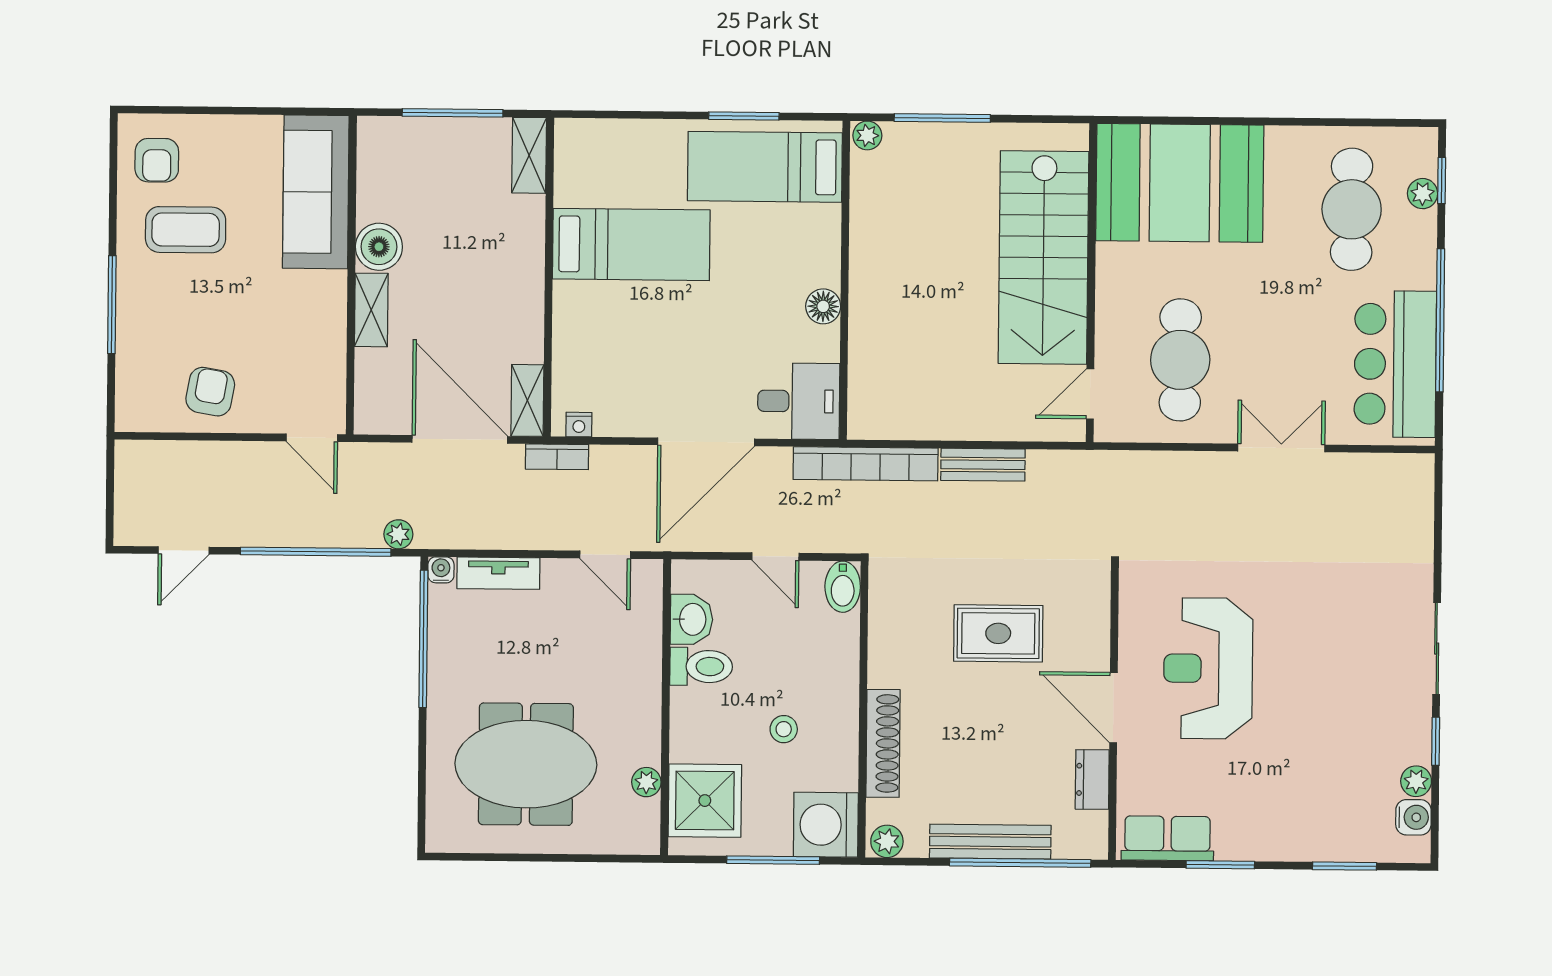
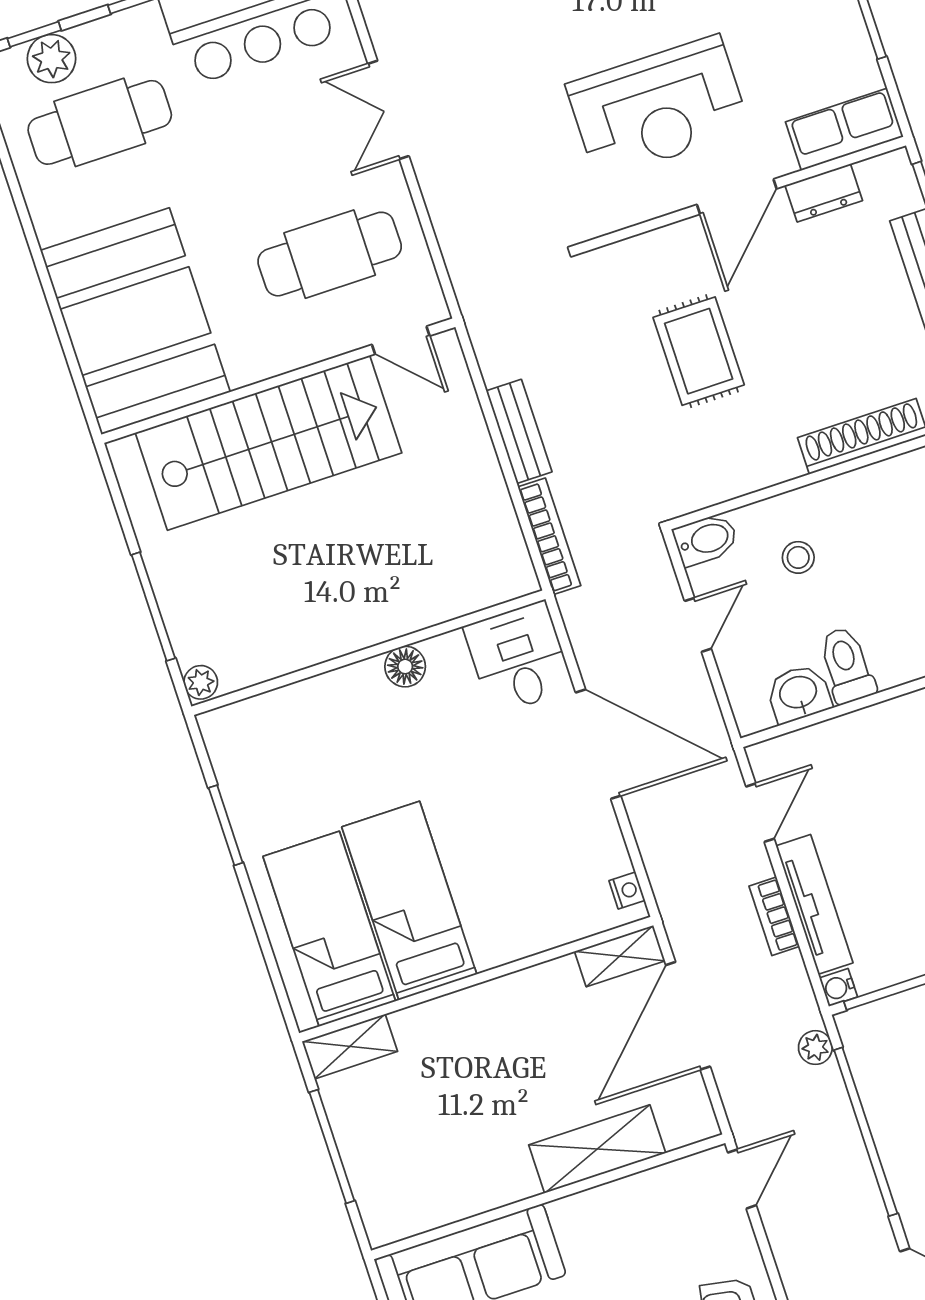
bed: (765, 167) -> (329, 929), moved, turned 180
plant: (1423, 194) -> (52, 59), width x1.38, depth x1.38
boiler: (379, 247) -> (507, 1177), removed
shelving: (371, 310) -> (597, 1149), width x1.50, depth x1.33
bookcase: (557, 457) -> (774, 916), moved, turned 180
bookcase: (866, 464) -> (549, 536), width x0.68, depth x0.76
tv unit: (498, 573) -> (814, 904), width x1.41
stool: (784, 729) -> (798, 557), moved
row of seats: (1168, 838) -> (844, 129), moved, turned 90

